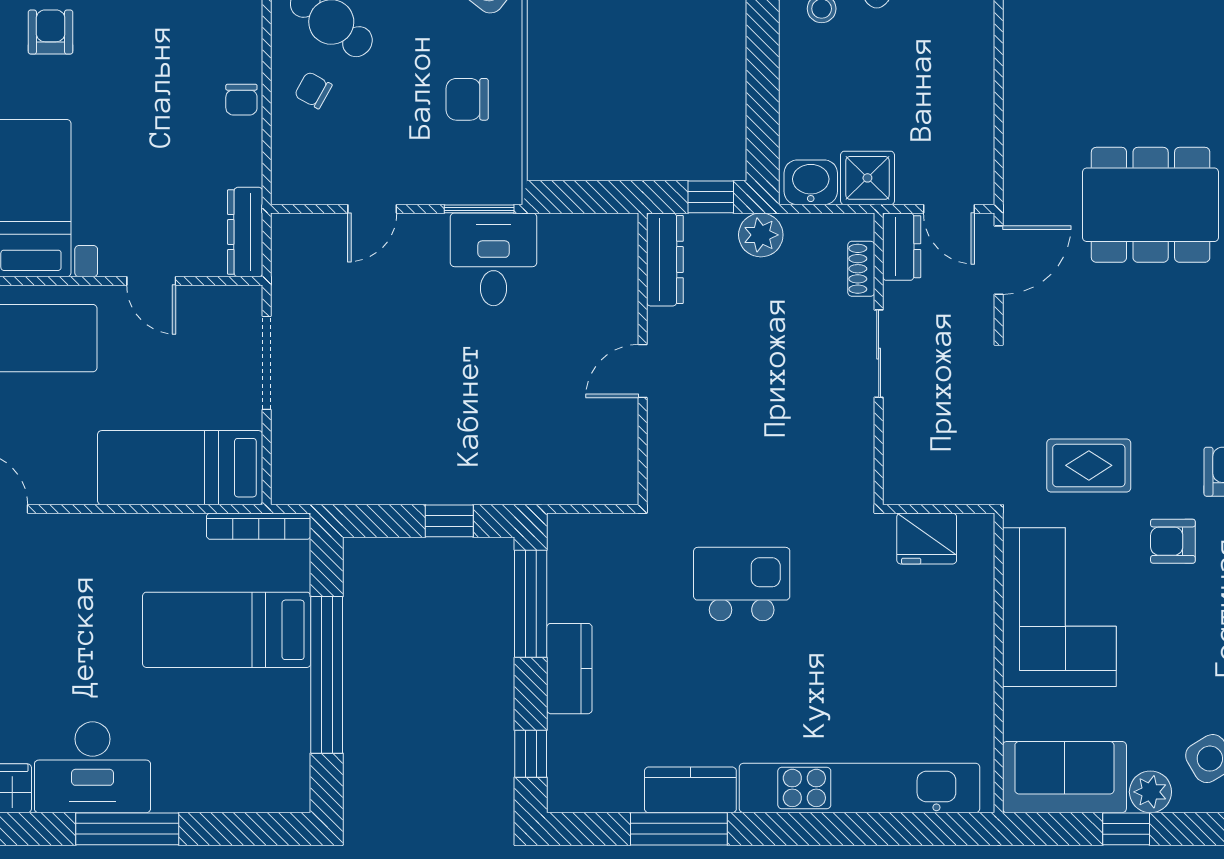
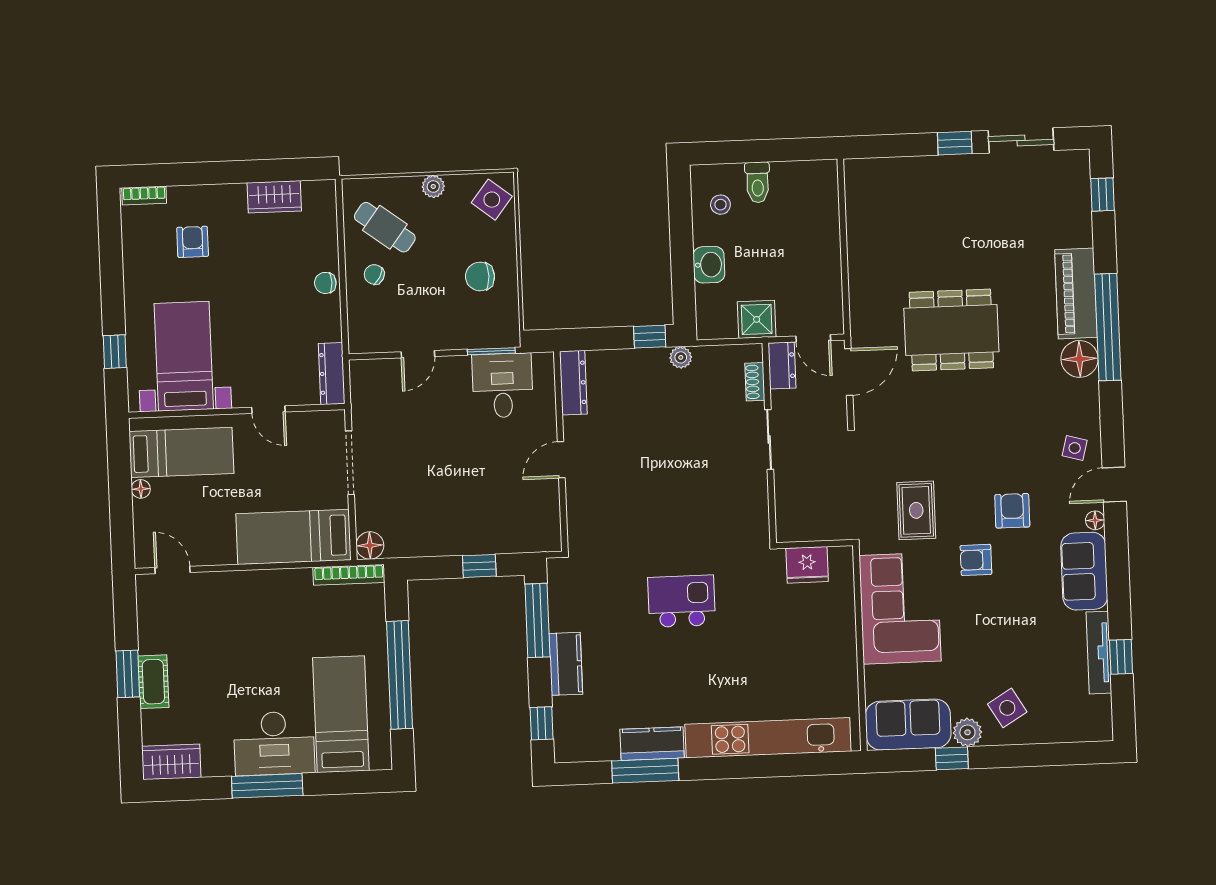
chair: (241, 100) -> (325, 283), turned 90
washbasin: (811, 182) -> (709, 265), moved, turned 90
plant: (761, 235) -> (681, 357), width x0.73, depth x0.73
dresser: (665, 259) -> (573, 383), moved
wall: (643, 359) -> (561, 451), moved
door: (643, 371) -> (561, 460), moved
rug: (1089, 465) -> (916, 510), turned 90
floor lamp: (291, 485) -> (370, 545), added
bed: (227, 630) -> (341, 714), moved, turned 90
desk: (92, 767) -> (274, 743), moved

